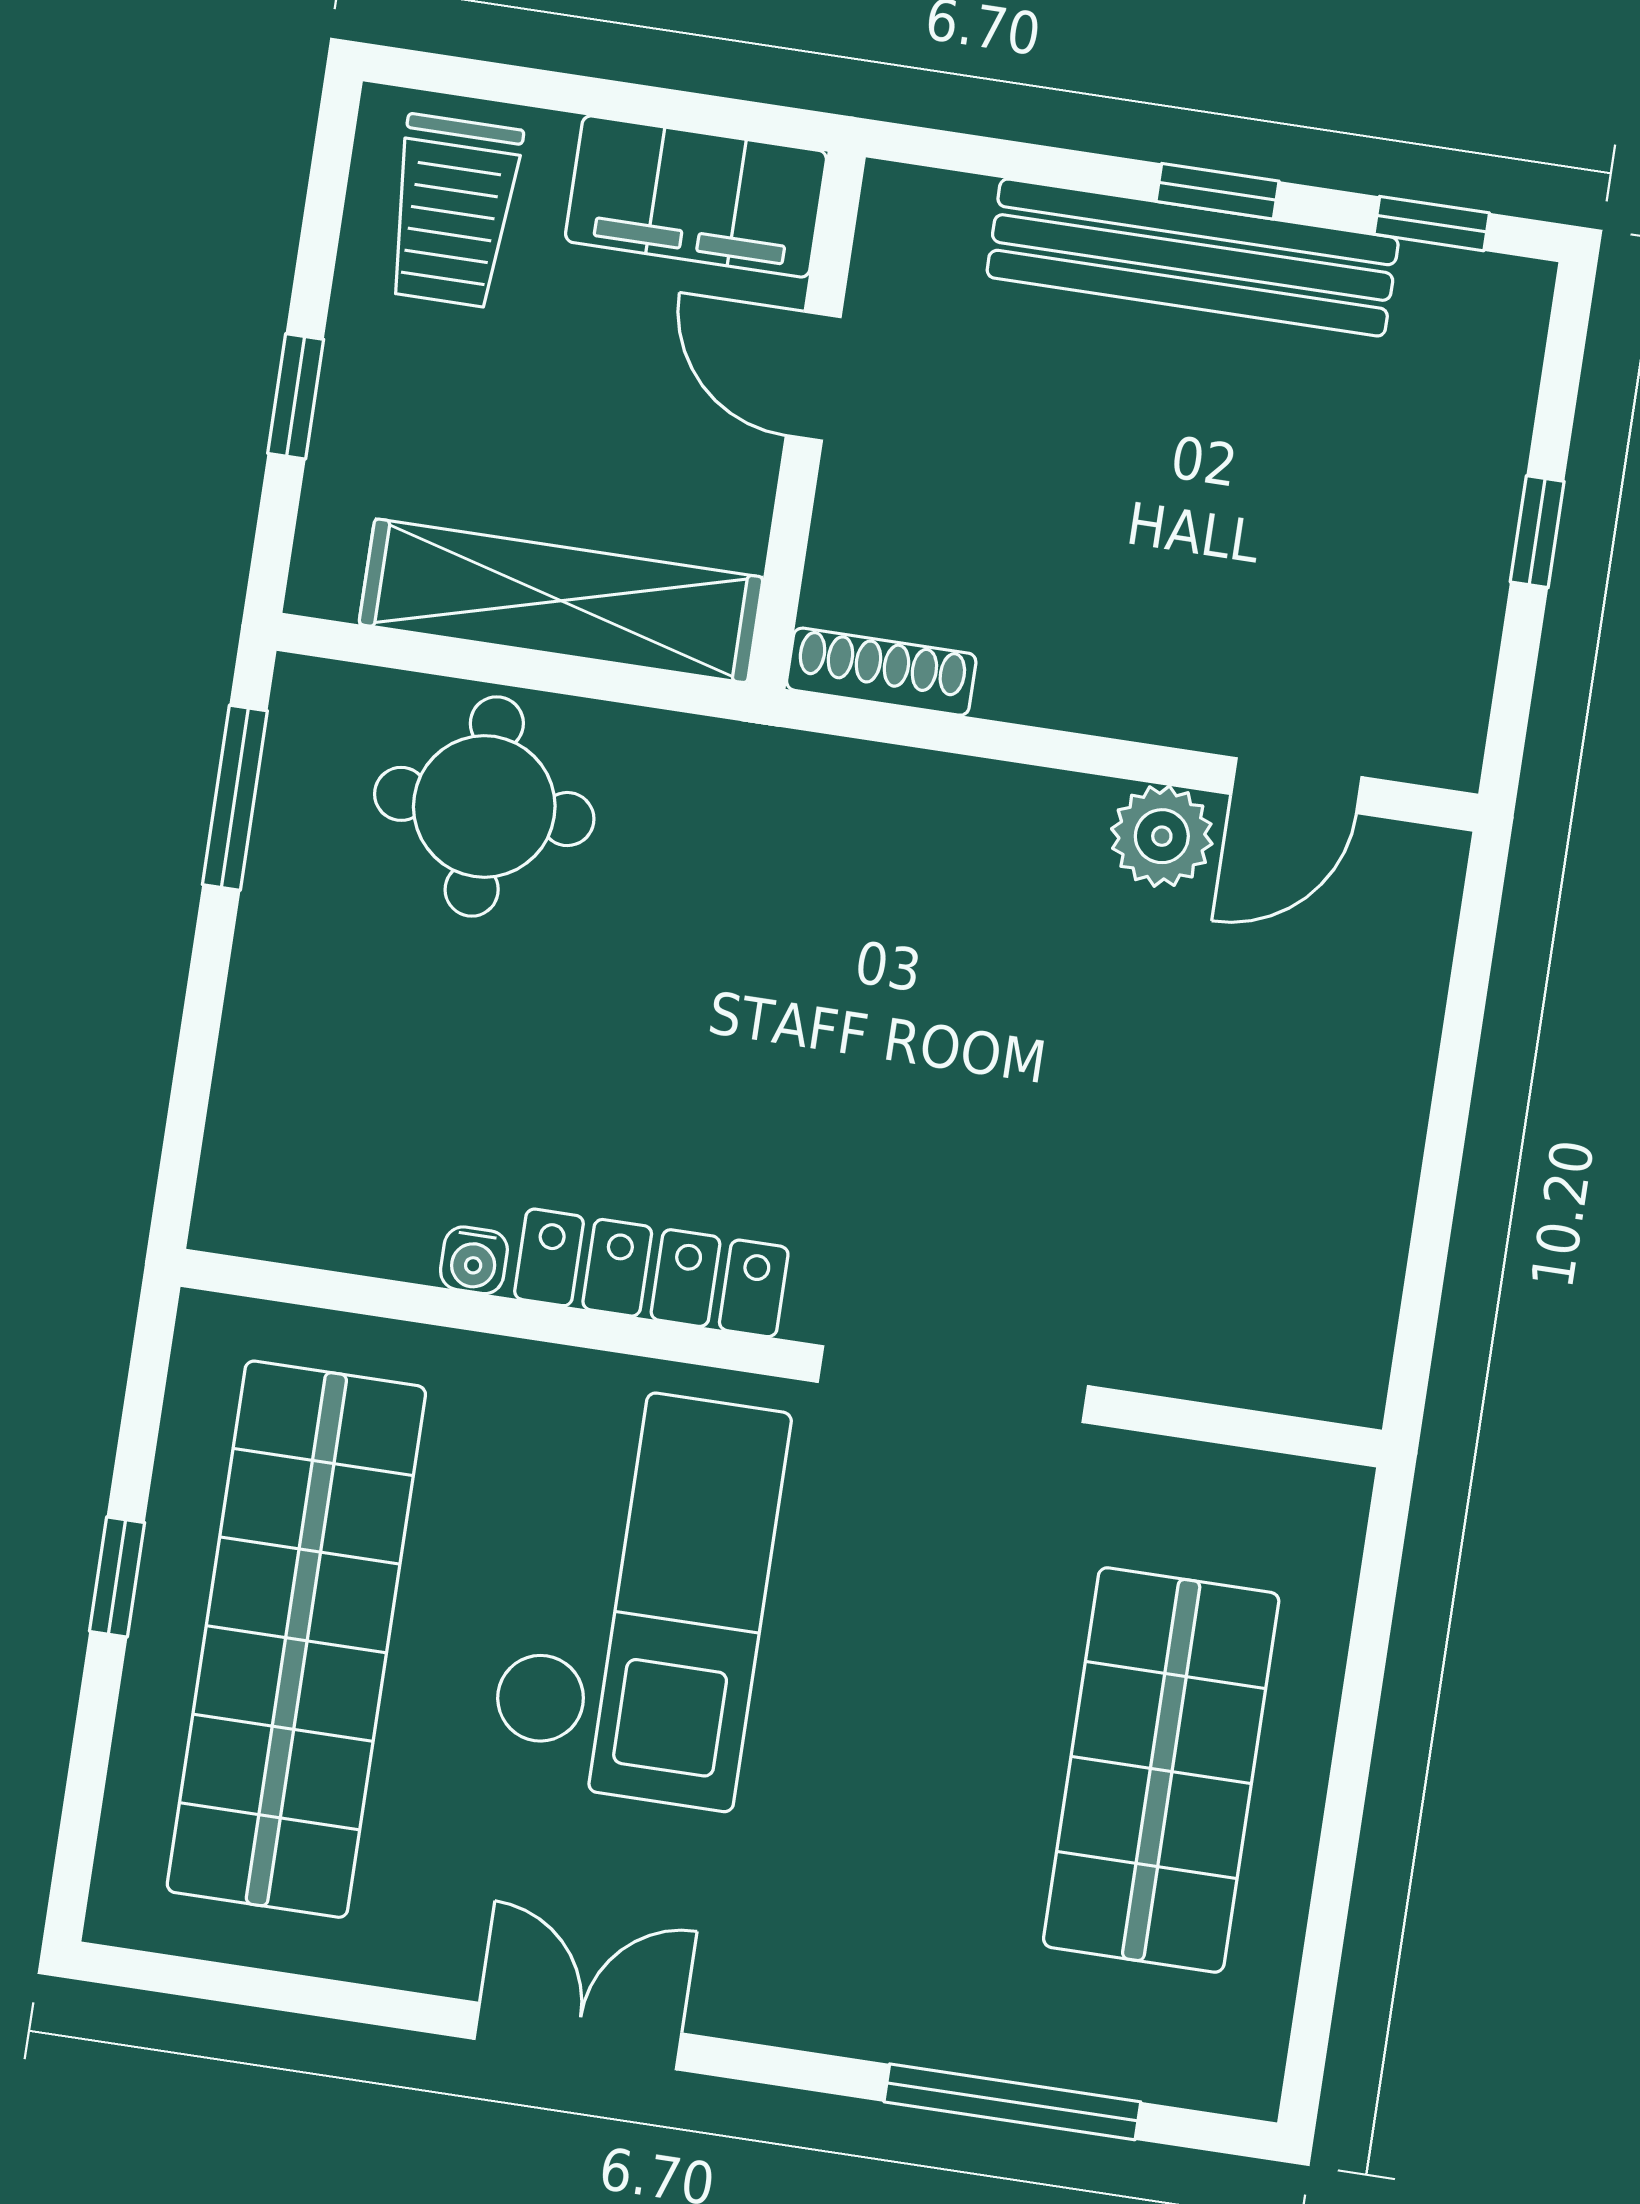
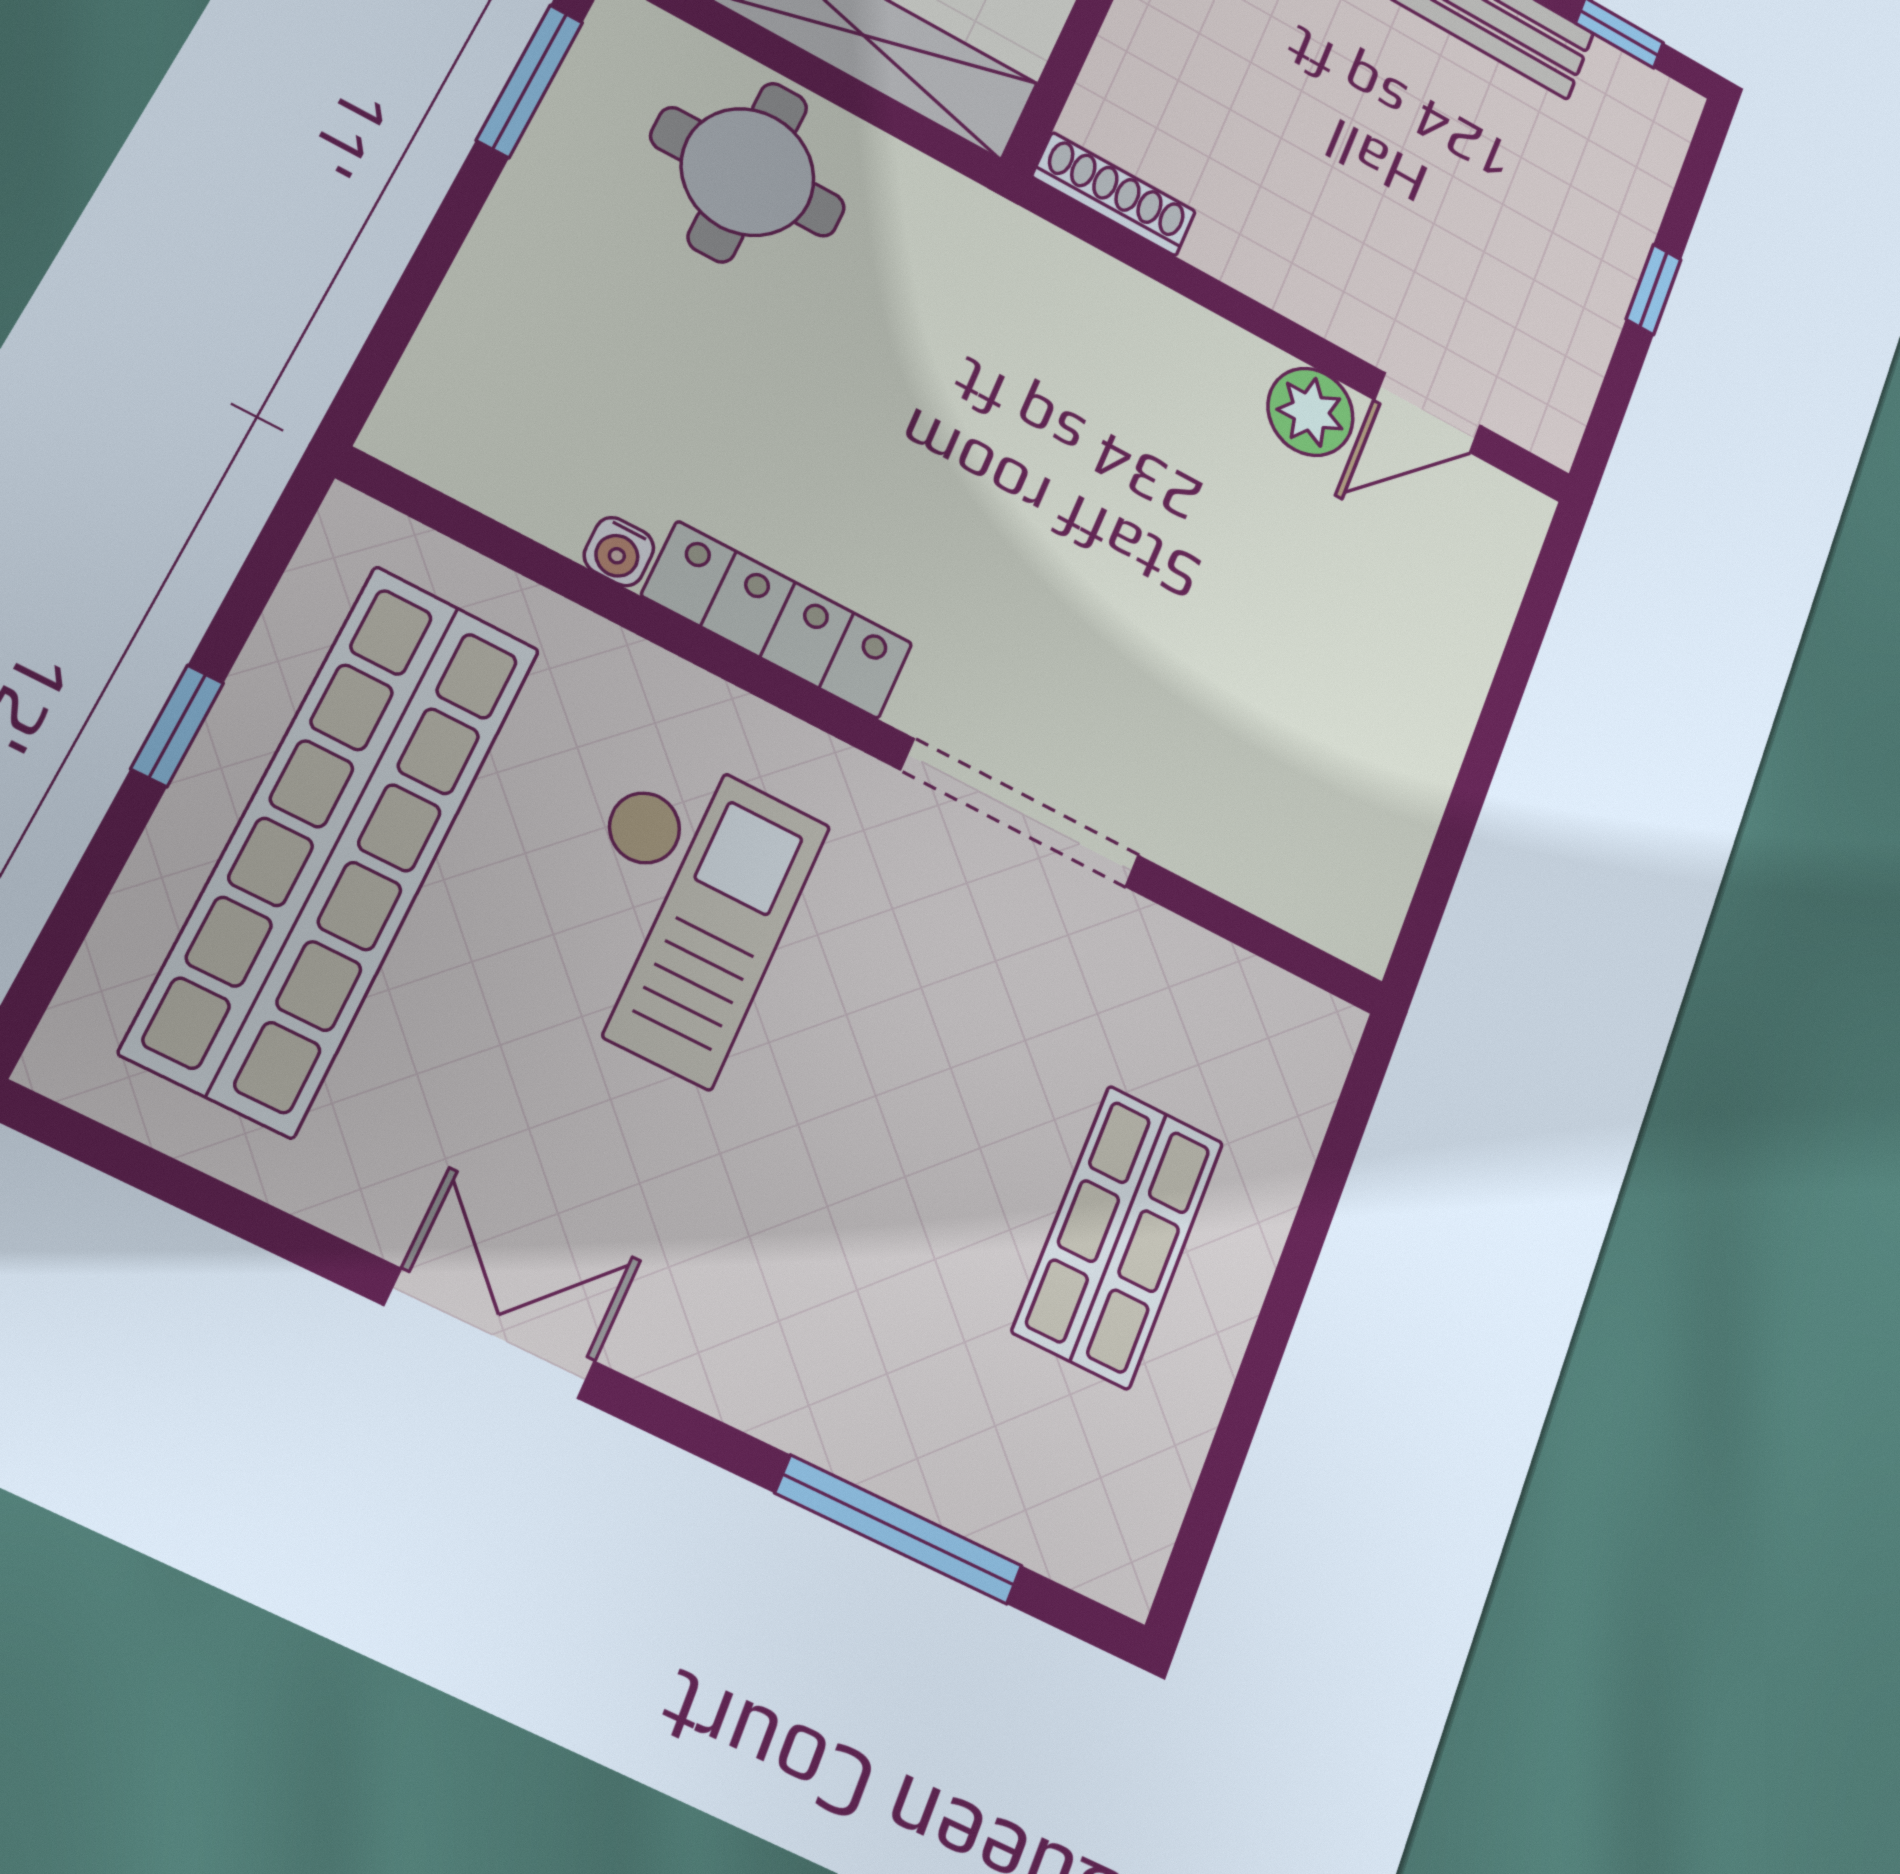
checkout: (638, 1594) -> (679, 910), width x0.73, depth x0.83
shop shelf: (1161, 1770) -> (1119, 1236), width x0.70, depth x0.74

